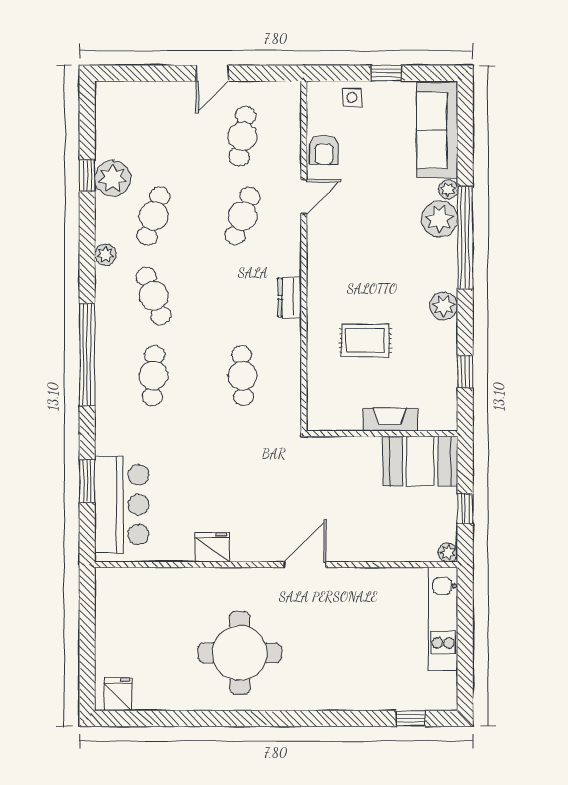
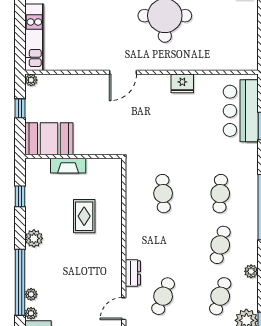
plant: (440, 219) -> (31, 294), width x0.53, depth x0.53
cafe table: (154, 296) -> (220, 245), turned 36
dresser: (290, 297) -> (133, 273), moved
rug: (365, 341) -> (84, 216), turned 90

